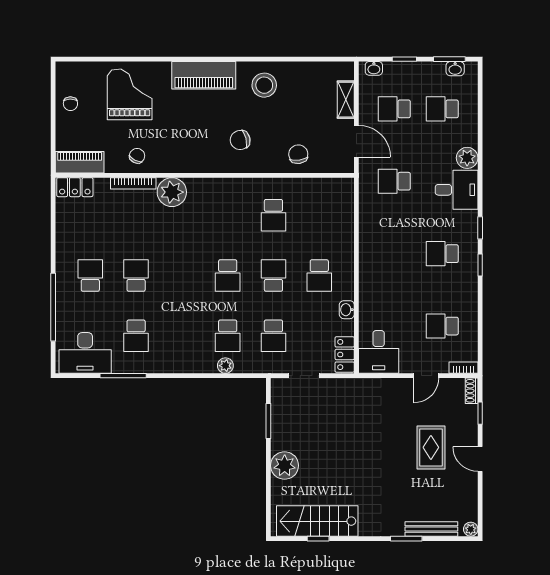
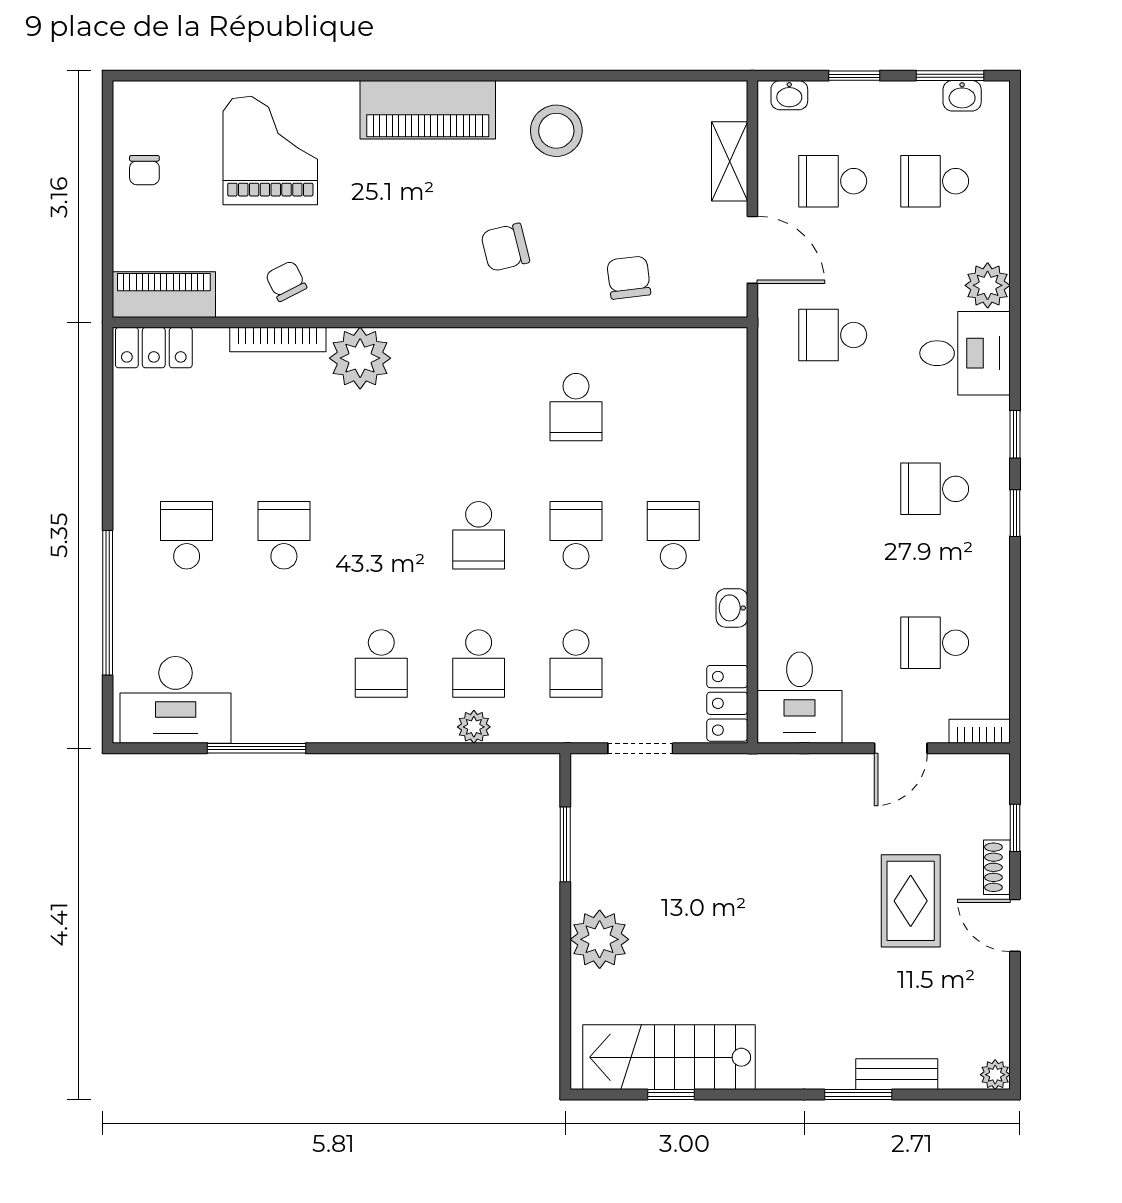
chair: (137, 156) -> (286, 281), turned -54
school desk: (319, 275) -> (673, 535), turned 180
school desk: (136, 336) -> (381, 663), moved
shoe rack: (472, 391) -> (997, 867), moved
bench: (431, 529) -> (897, 1074), width x0.73

